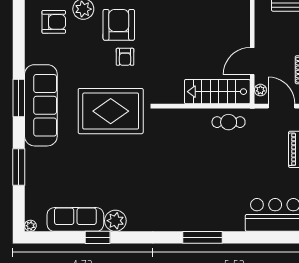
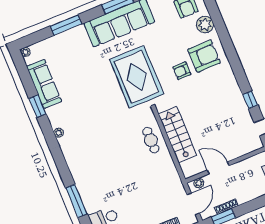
stairs: (217, 92) -> (178, 135), moved
cafe table: (229, 122) -> (151, 140), moved
plant: (115, 221) -> (59, 133), moved, width x0.53, depth x0.53
window: (203, 237) -> (77, 201), moved

